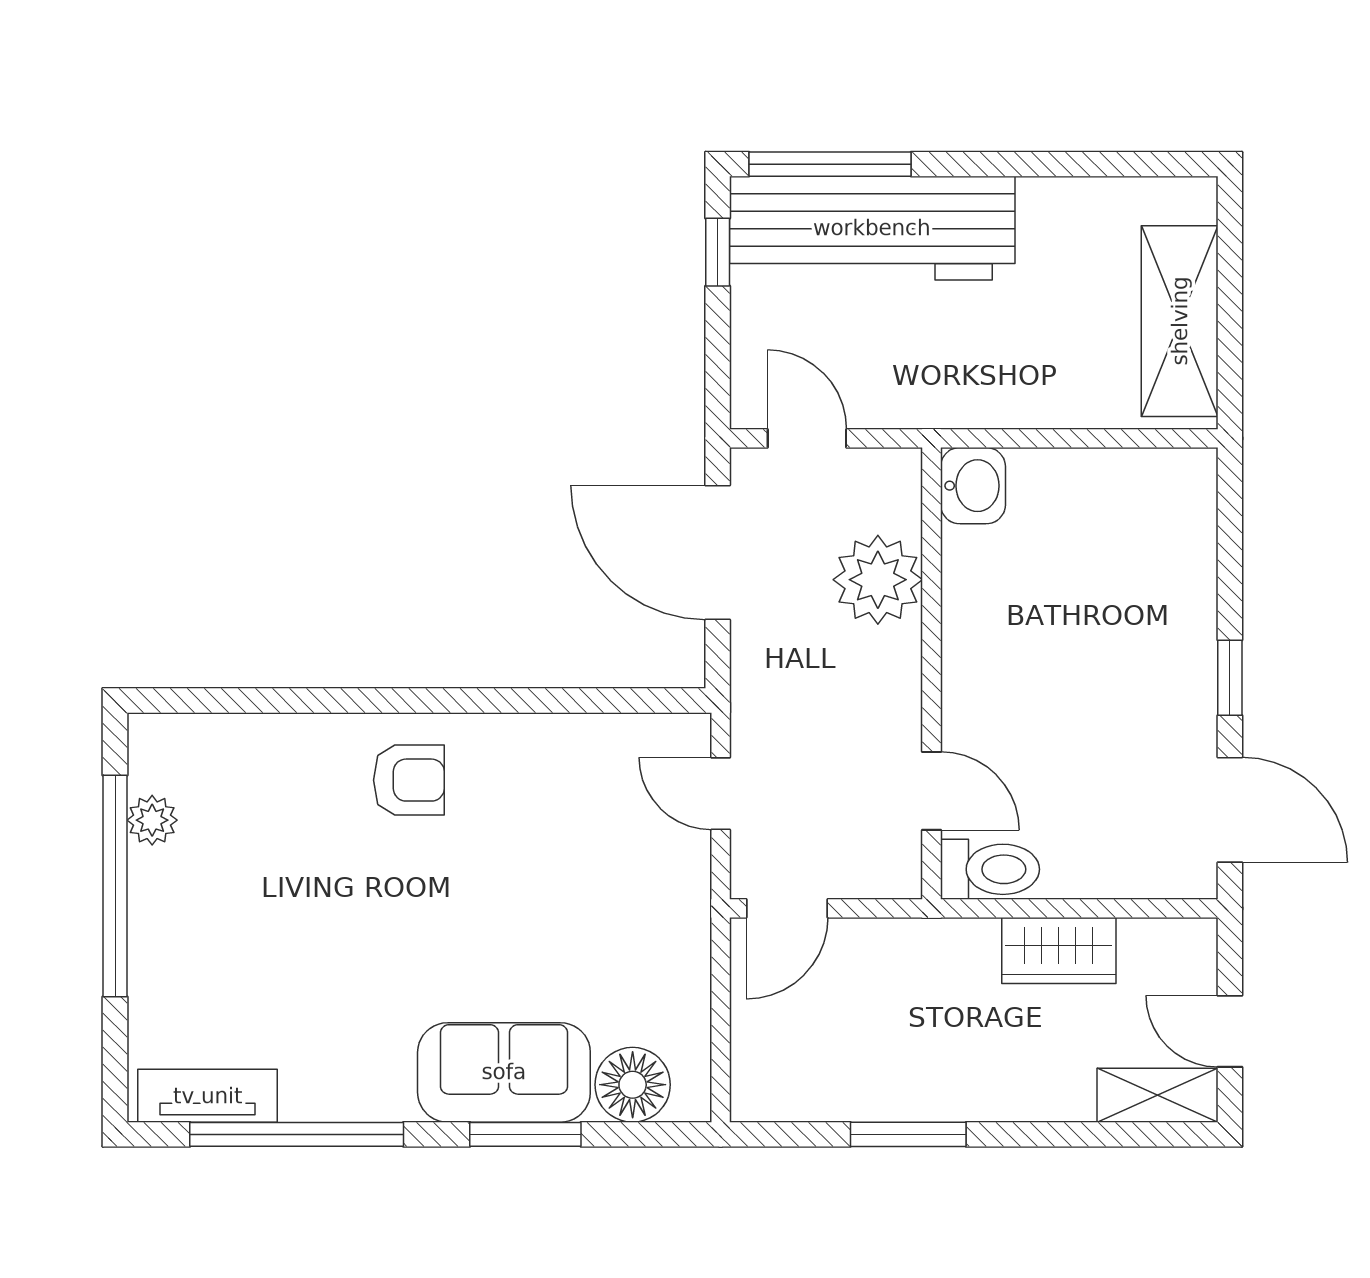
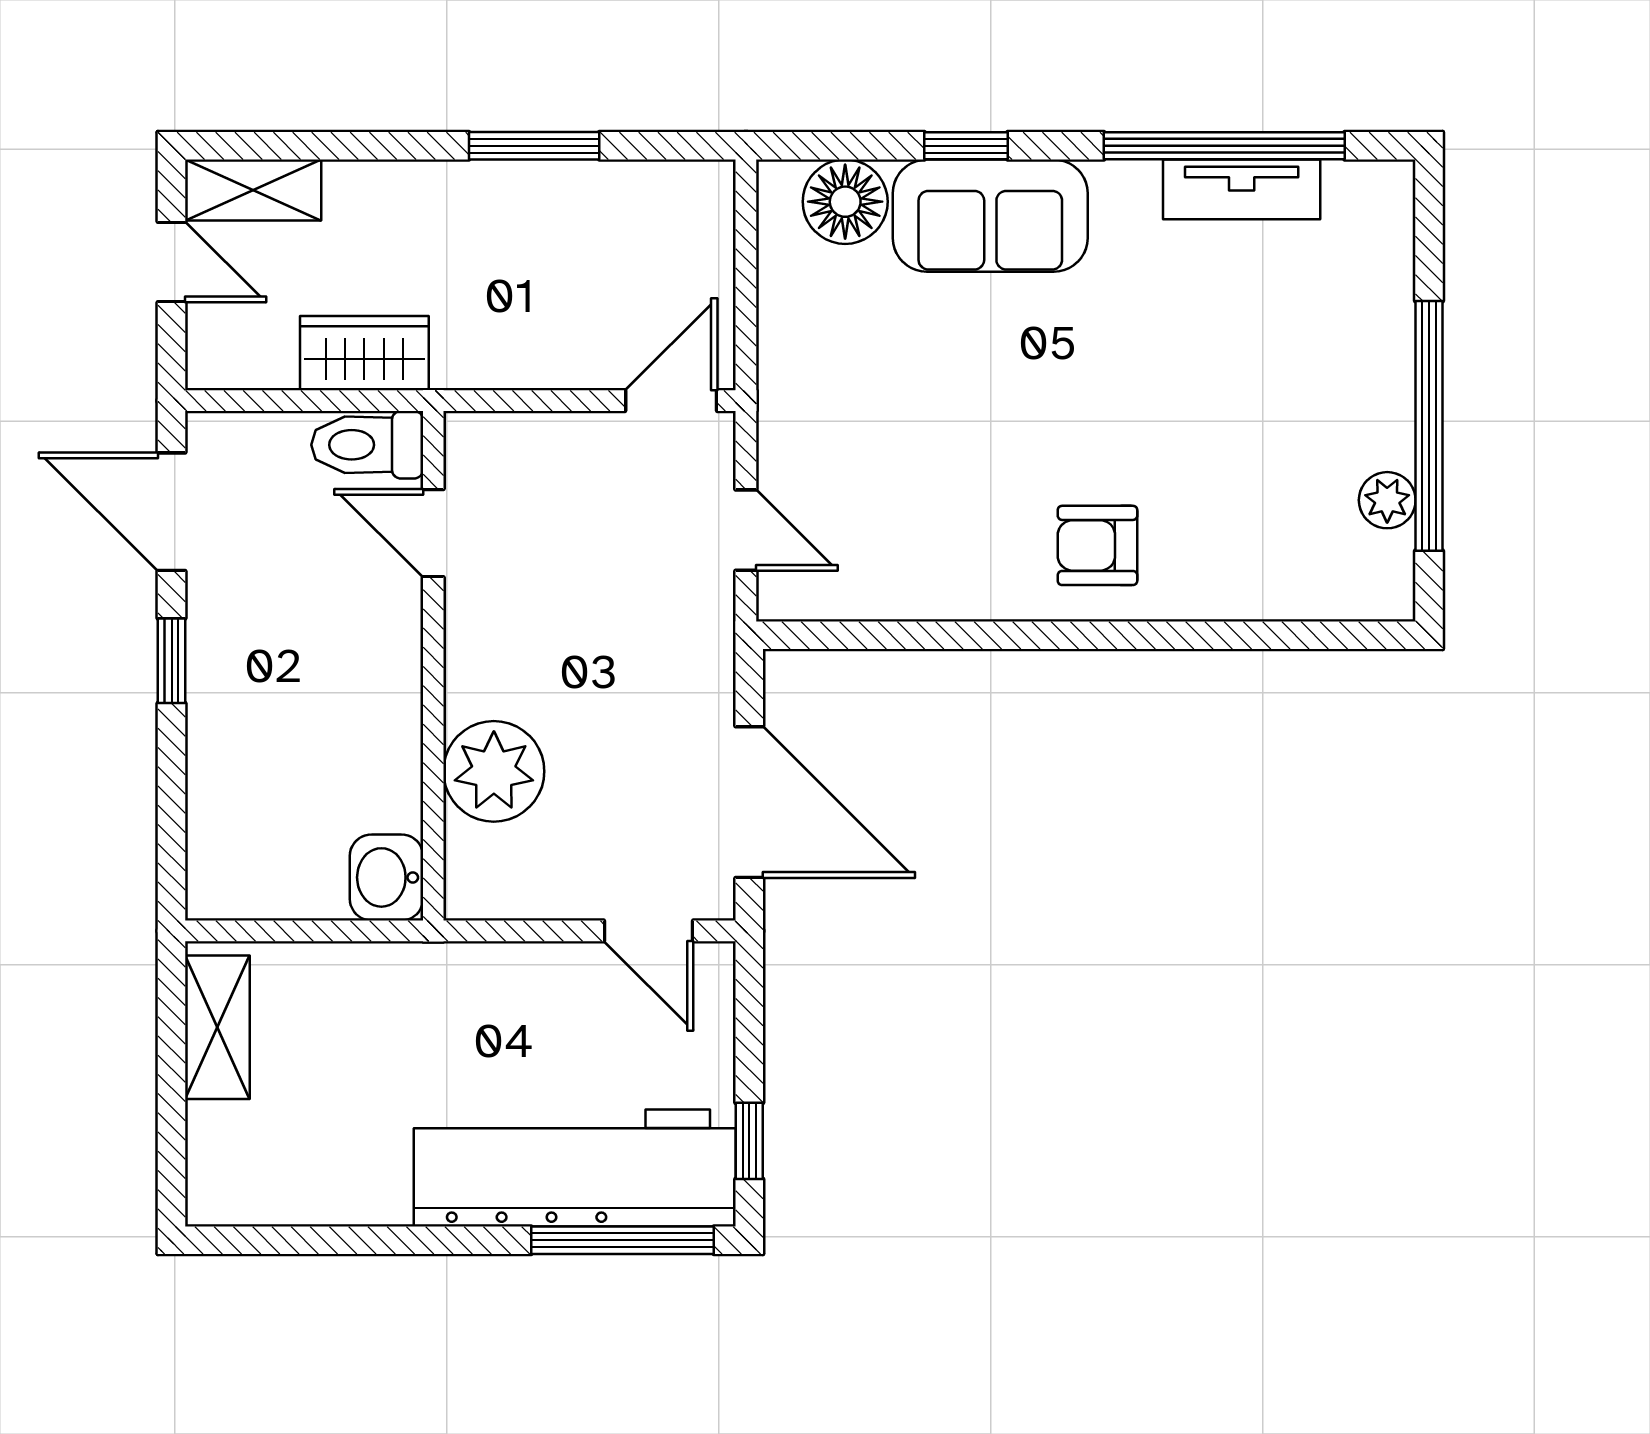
shelving: (1180, 321) -> (217, 1027), width x0.67, depth x0.75
washbasin: (973, 486) -> (386, 877), moved
plant: (878, 580) -> (494, 771), moved
wall: (932, 673) -> (433, 666), moved
door: (932, 791) -> (433, 533), moved
toilet: (990, 869) -> (367, 445), moved
tv unit: (208, 1096) -> (1242, 189), moved
window: (525, 1134) -> (966, 146), width x0.67

